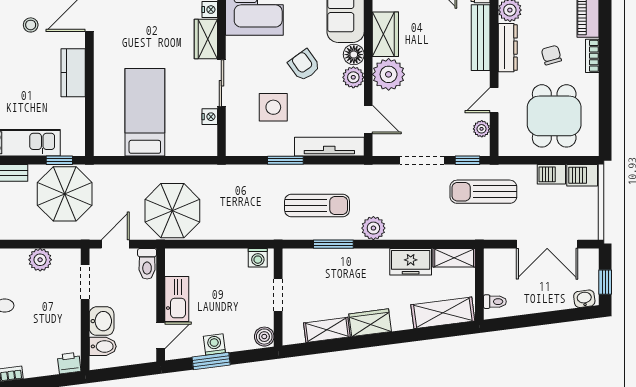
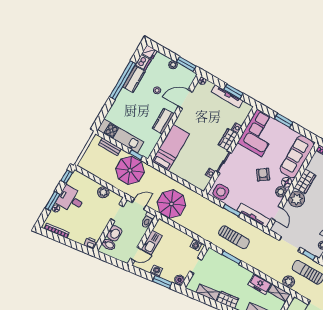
side table: (273, 107) -> (221, 192), moved
bed: (145, 112) -> (171, 148), moved
plant: (373, 228) -> (289, 282), moved
window: (211, 361) -> (162, 282), moved

